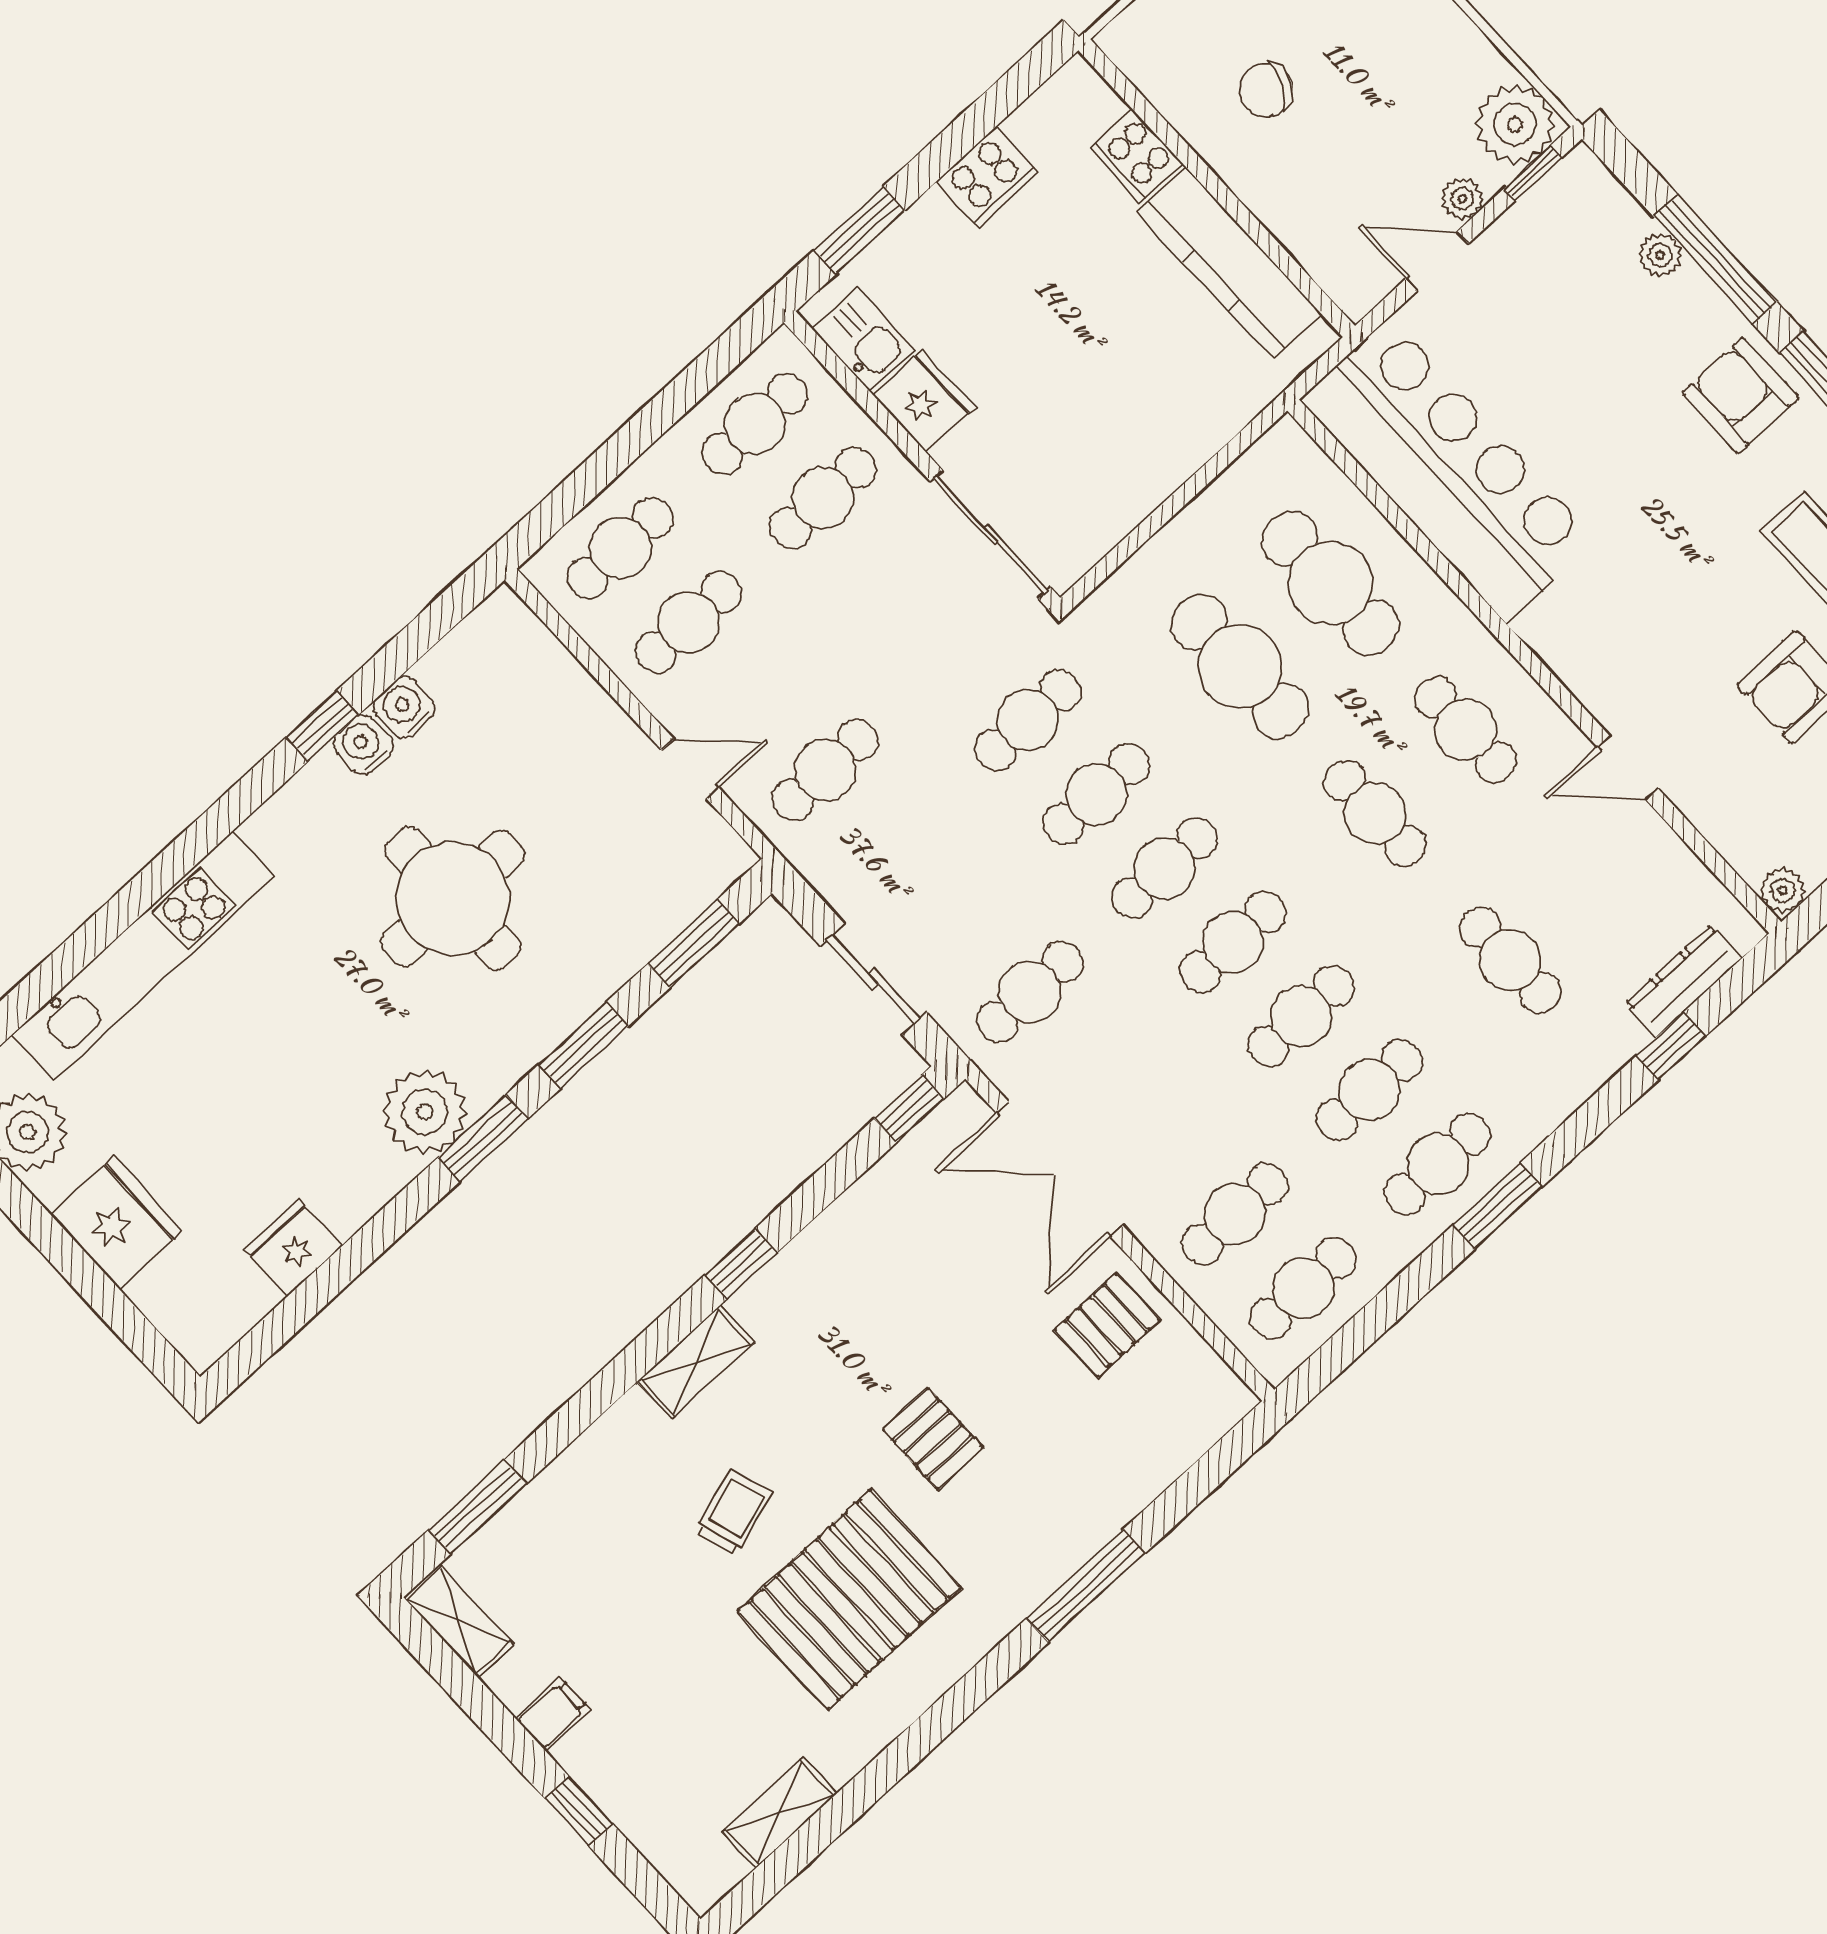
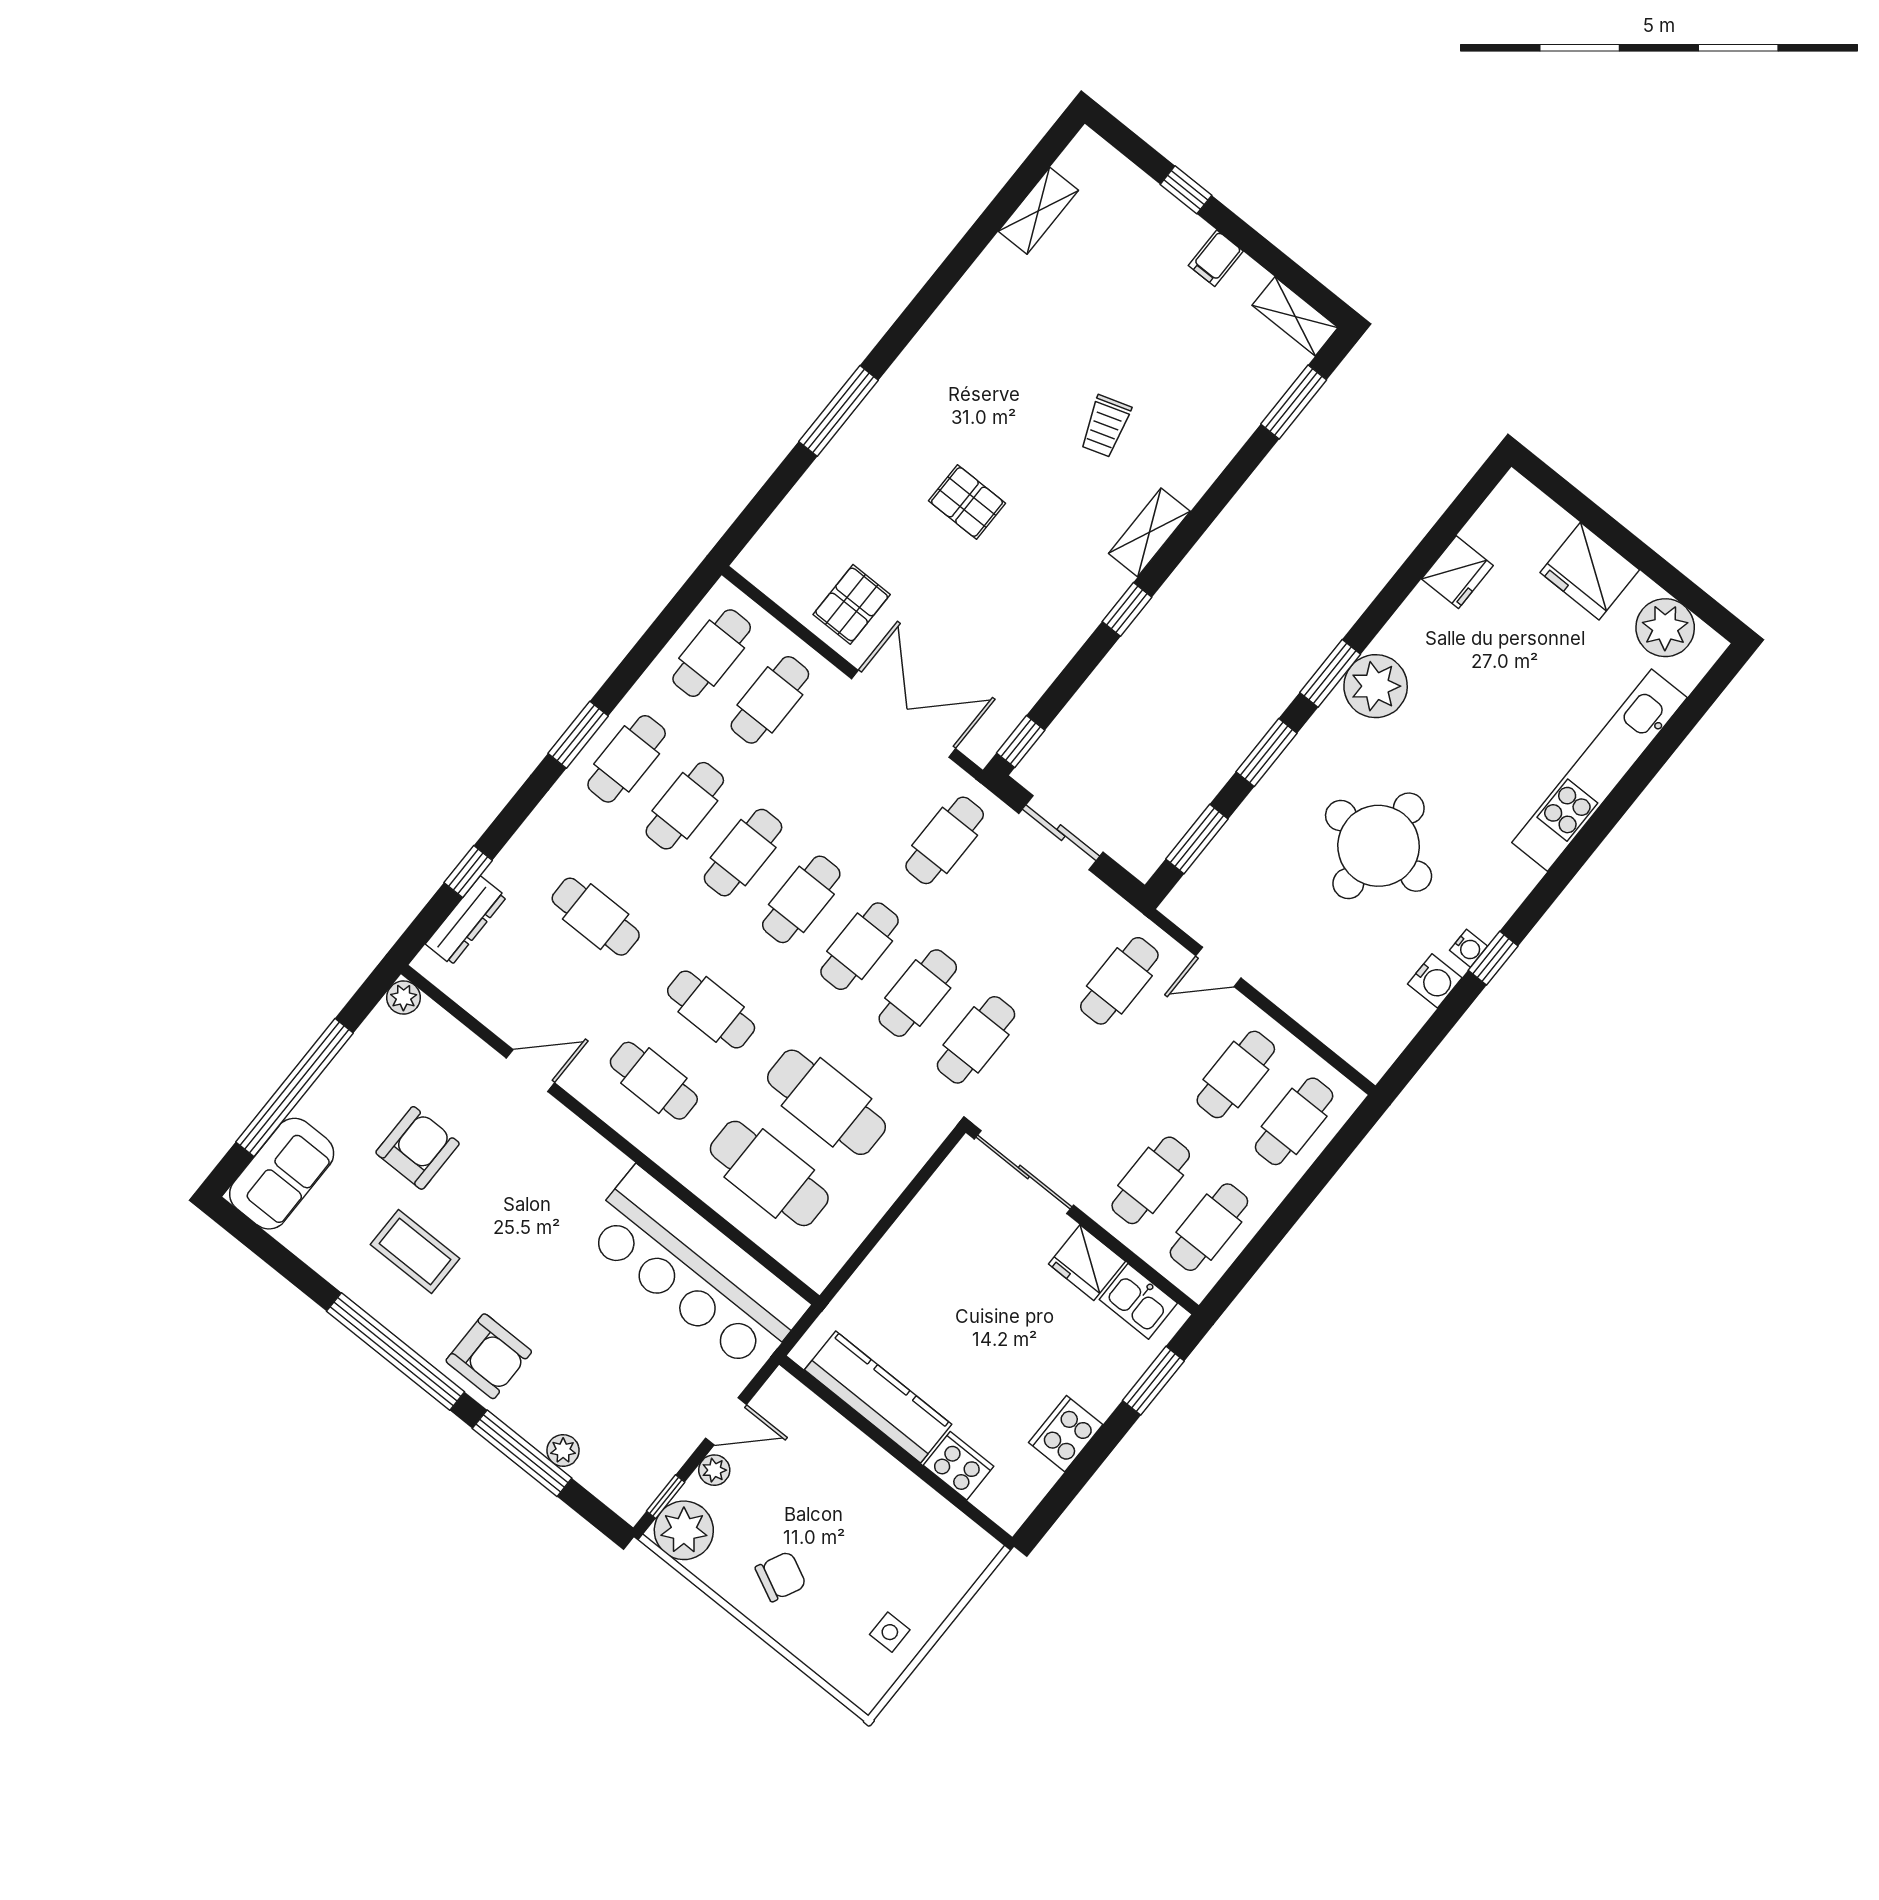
chair: (1266, 90) -> (781, 1576), moved
water cooler: (363, 745) -> (1468, 948), width x0.72, depth x0.72
pallet: (849, 1600) -> (1011, 375), removed

